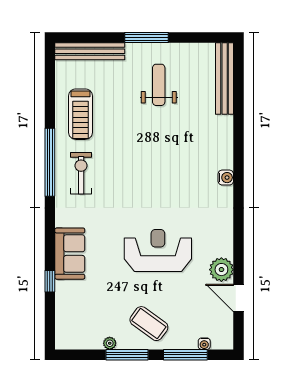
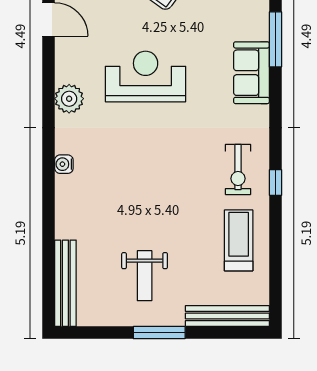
window: (50, 162) -> (275, 183), width x0.32
reception desk: (158, 250) -> (146, 76), turned 180
plant: (221, 270) -> (69, 99), moved
window: (50, 281) -> (275, 39), width x2.17

